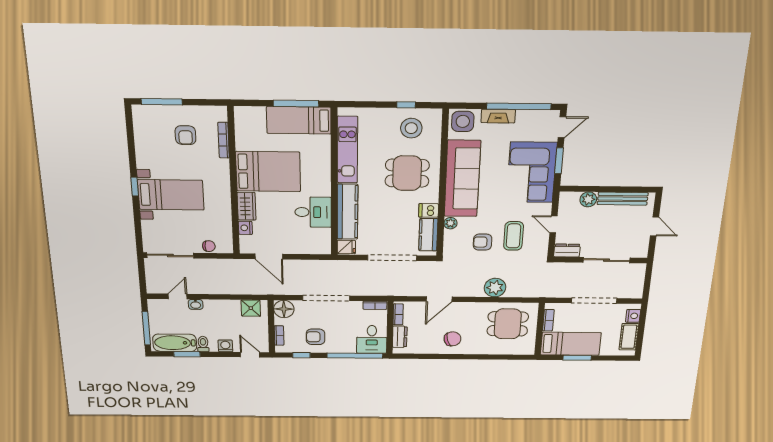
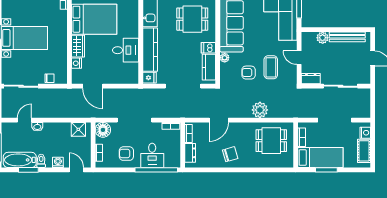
desk: (372, 339) -> (152, 155), moved
window: (301, 355) -> (115, 170), removed

